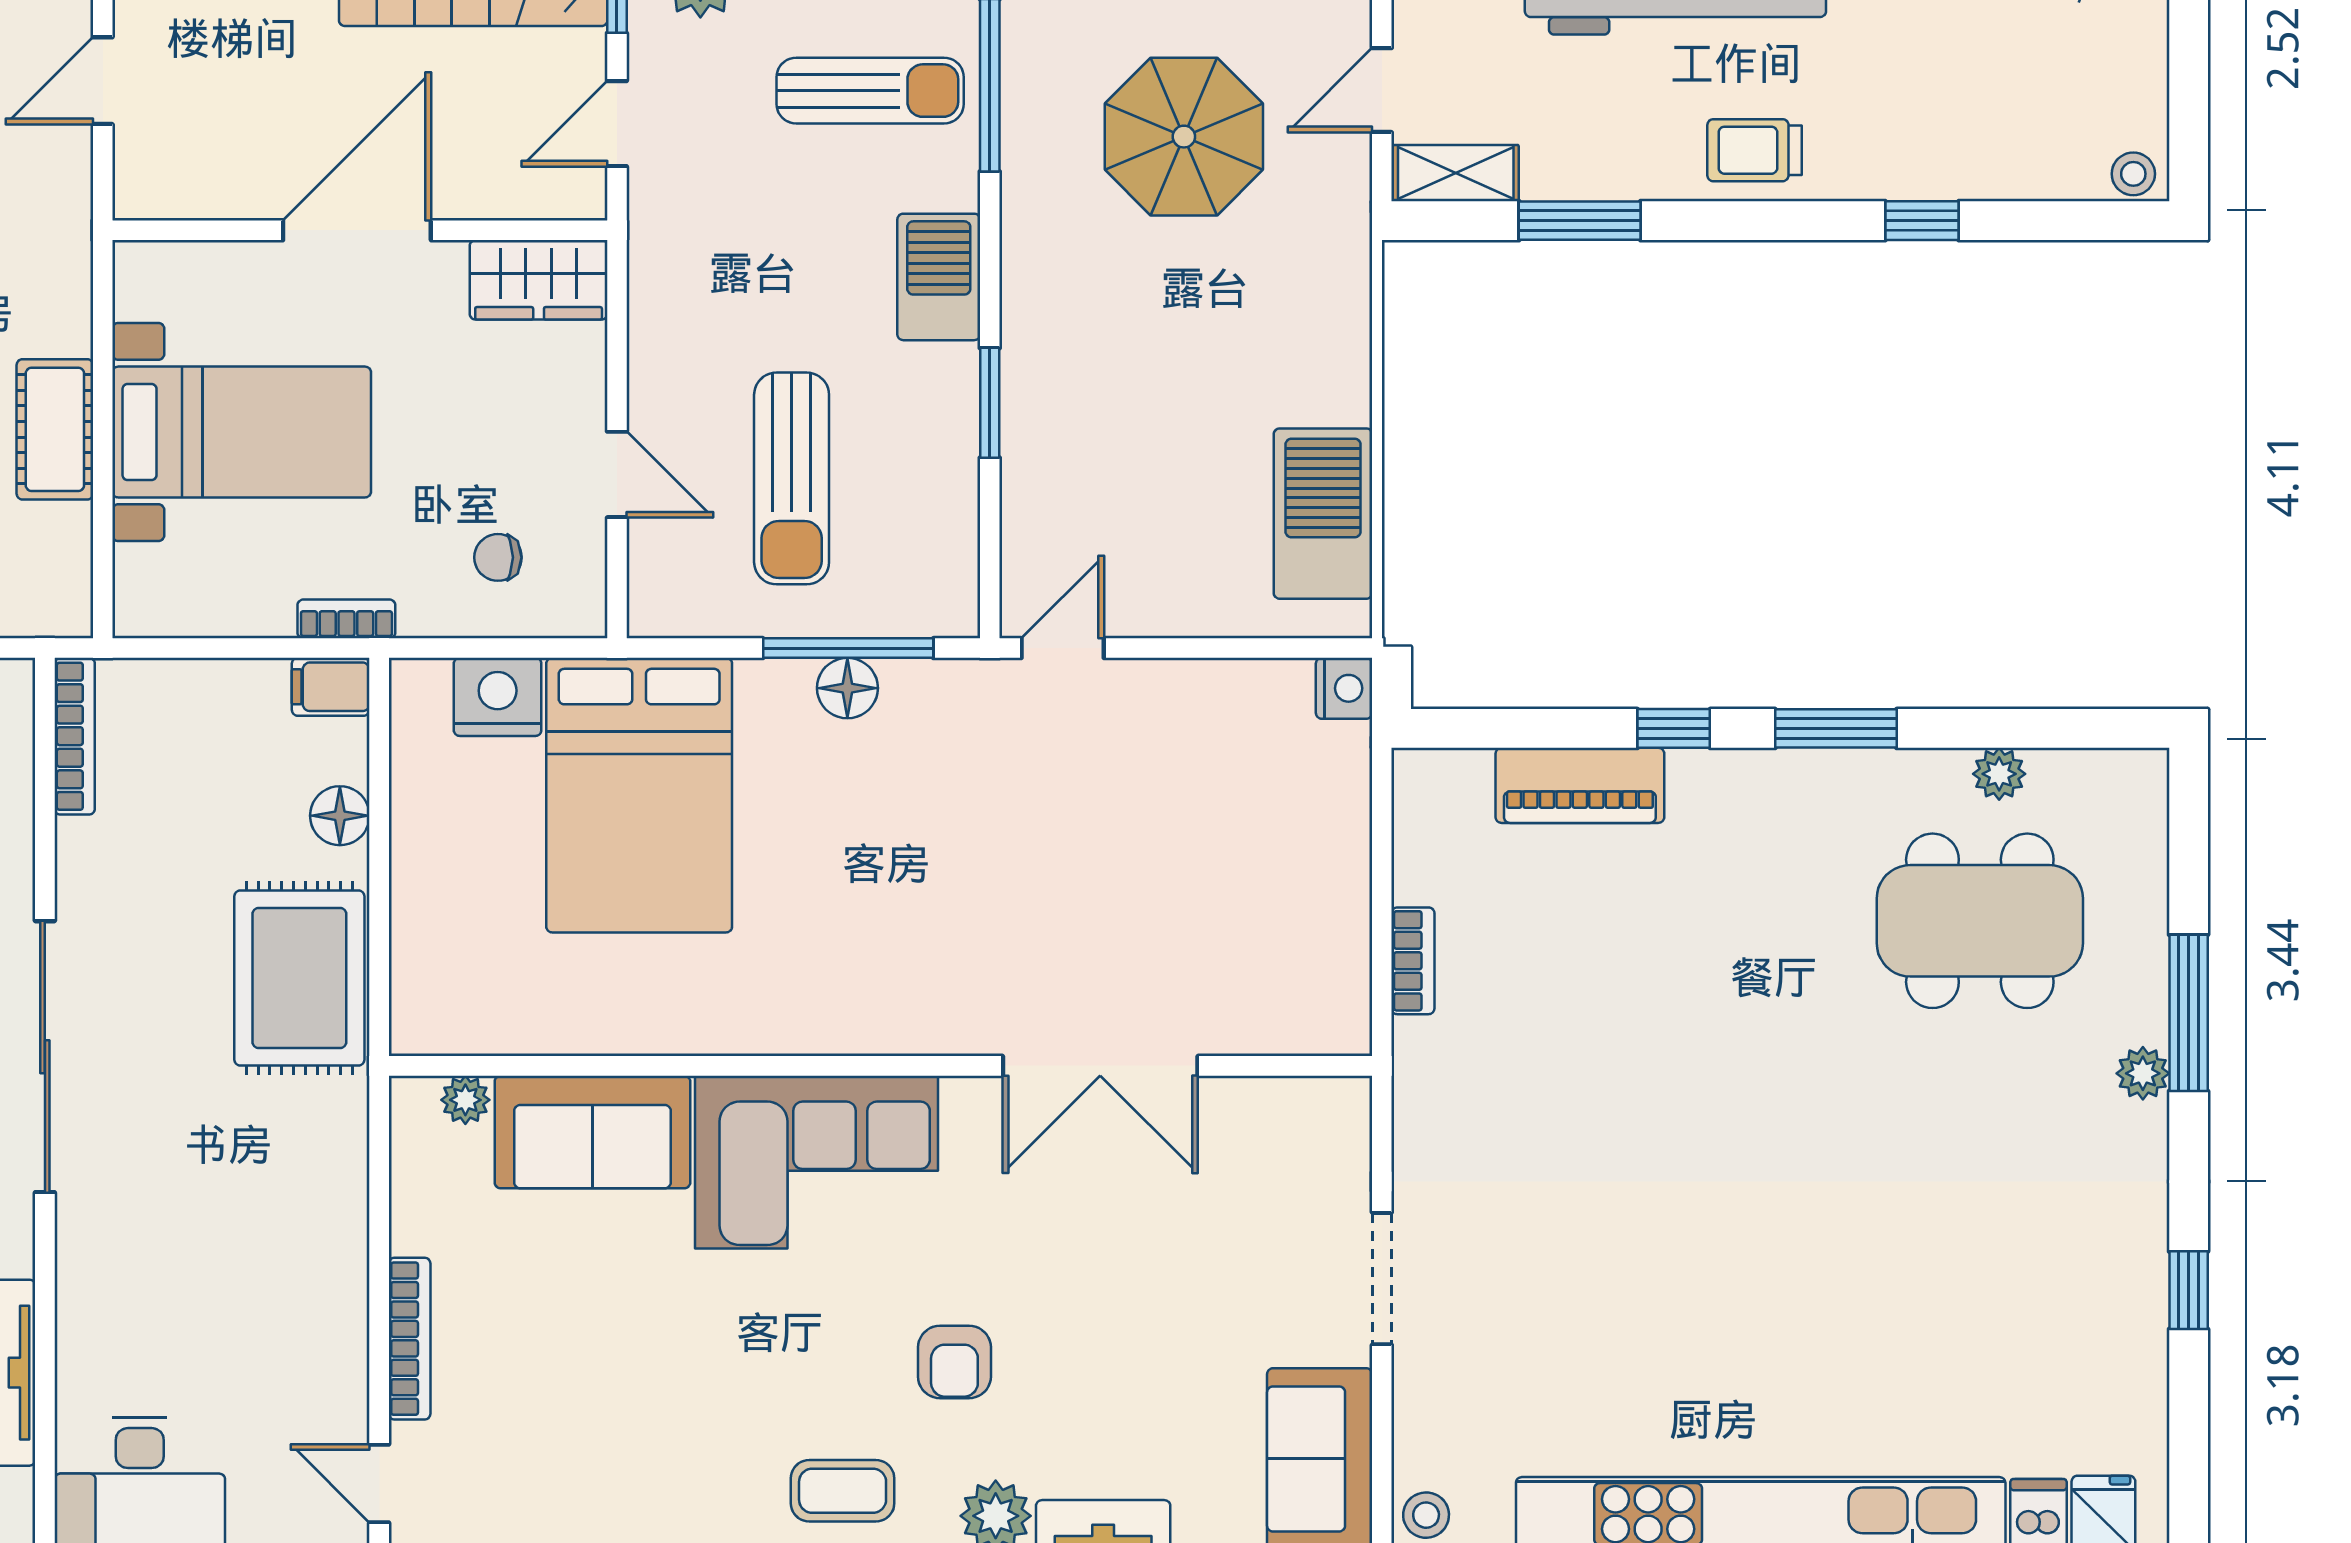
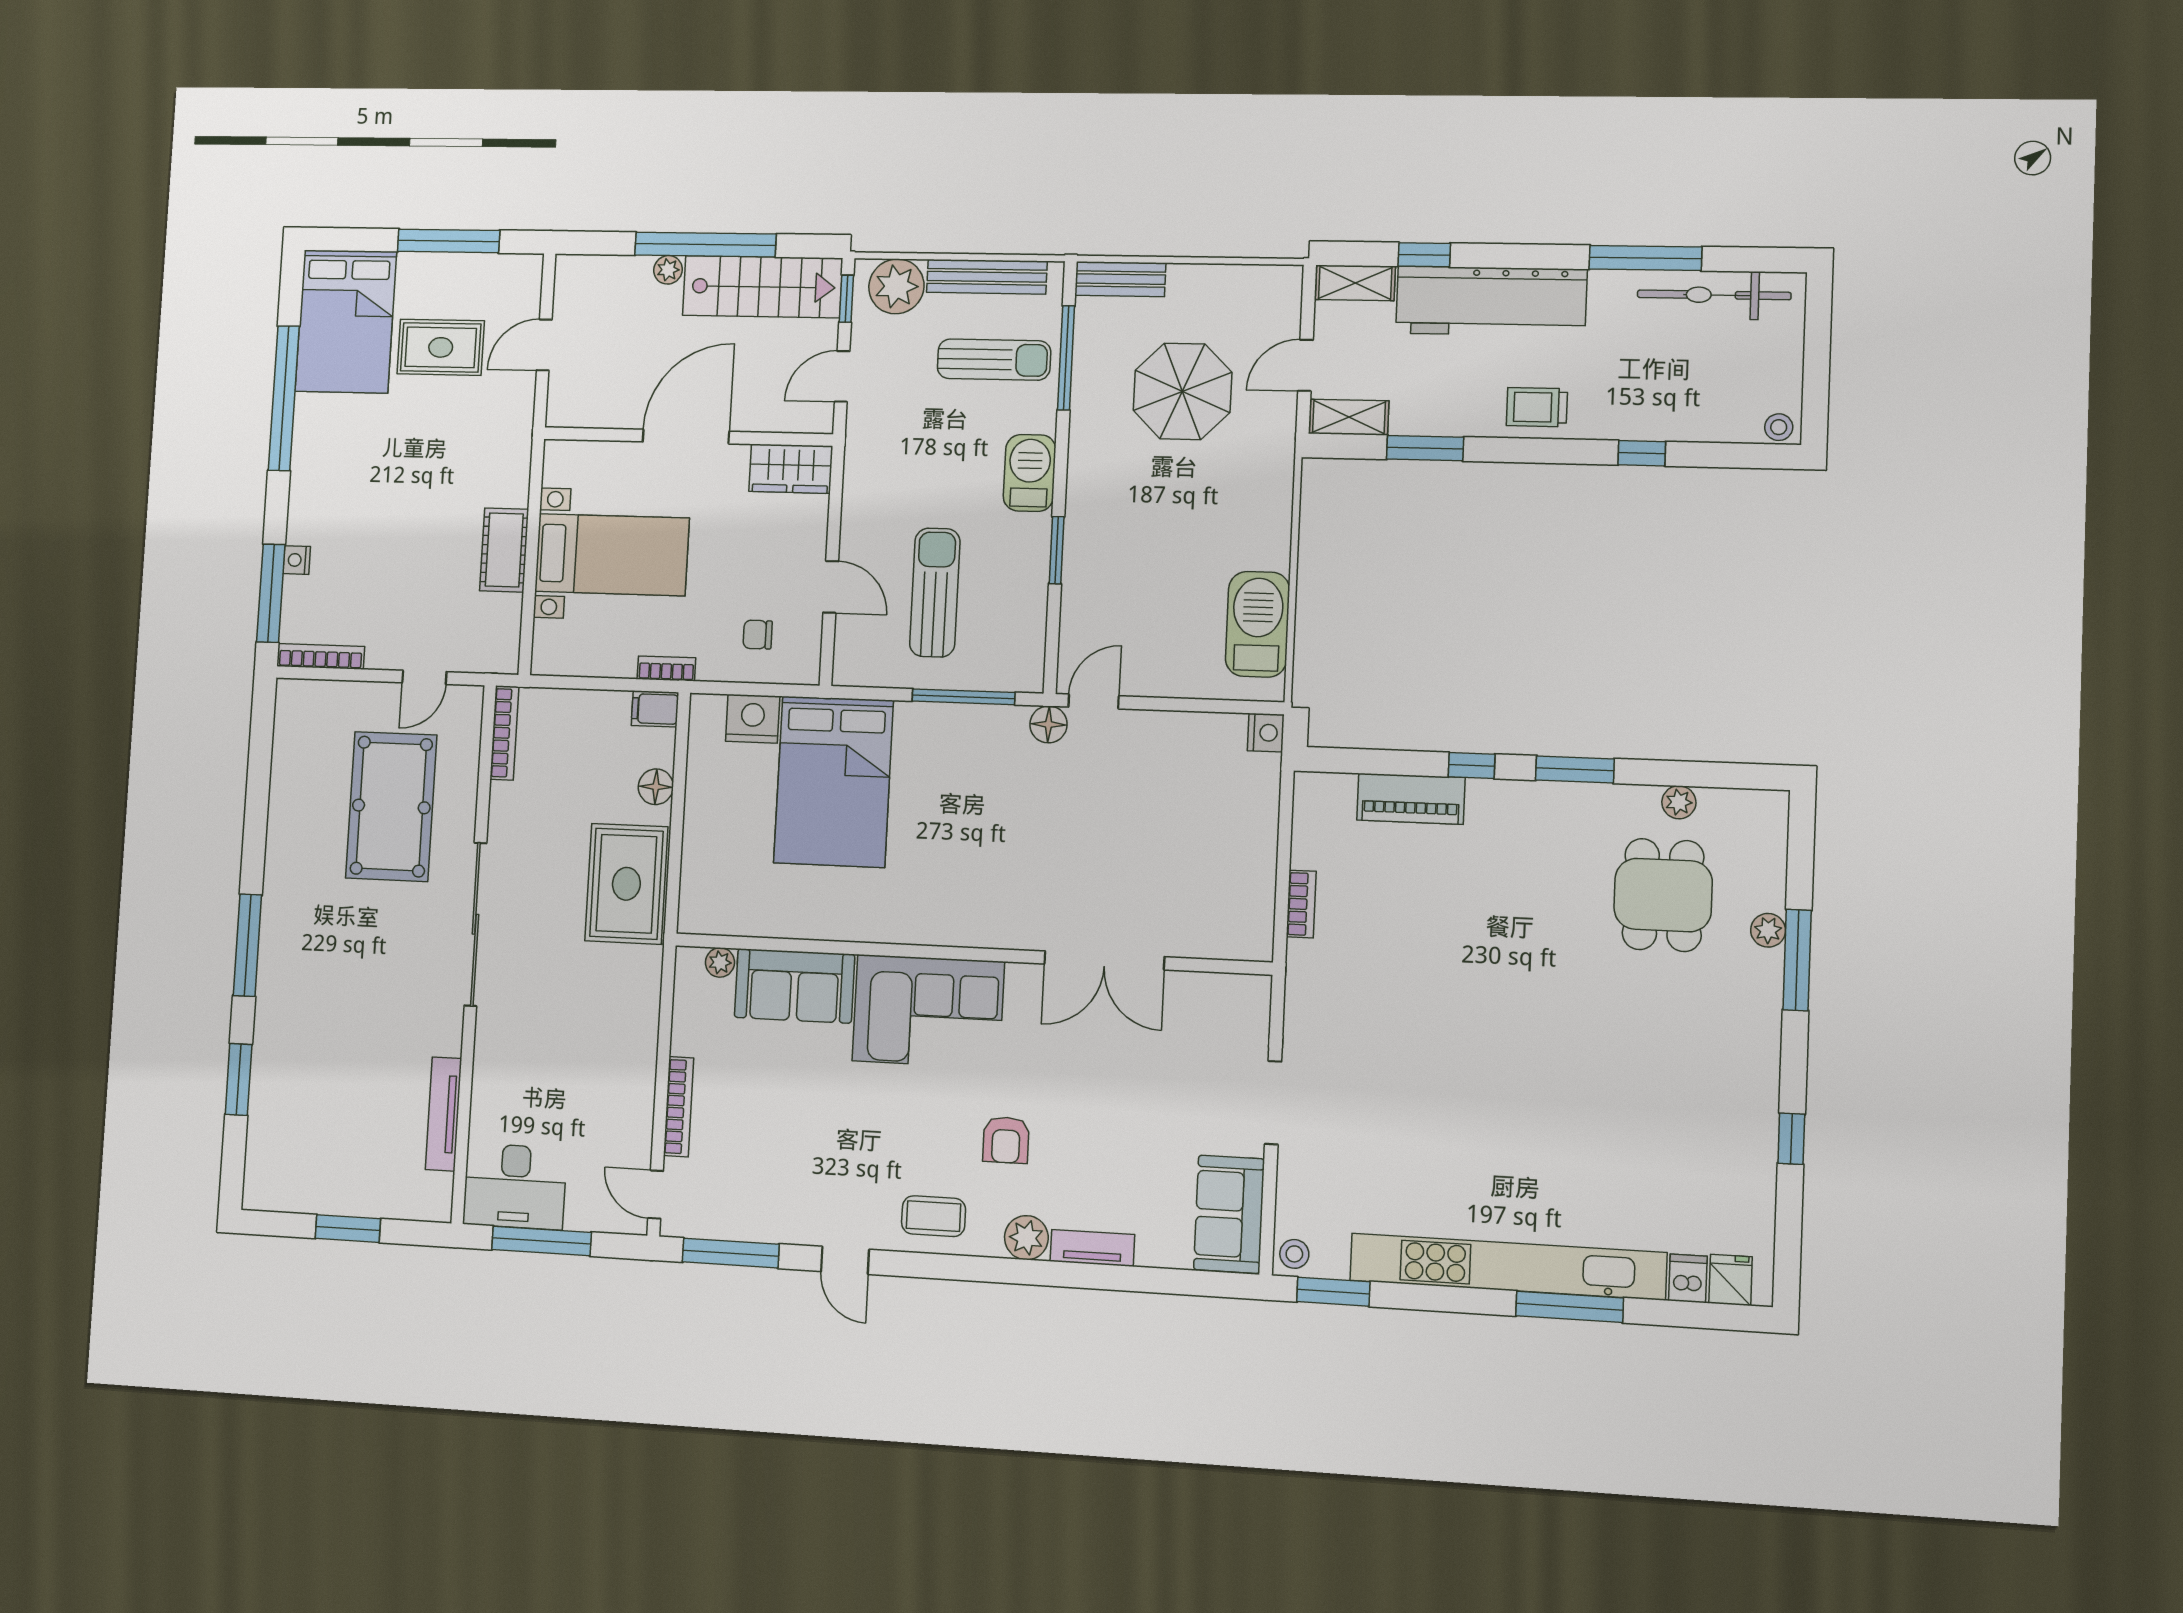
sun lounger: (792, 478) -> (935, 593), turned 180
floor lamp: (847, 688) -> (1049, 724), moved
dining table: (1980, 921) -> (1663, 895), width x0.73
plant: (2143, 1073) -> (1768, 930), moved

